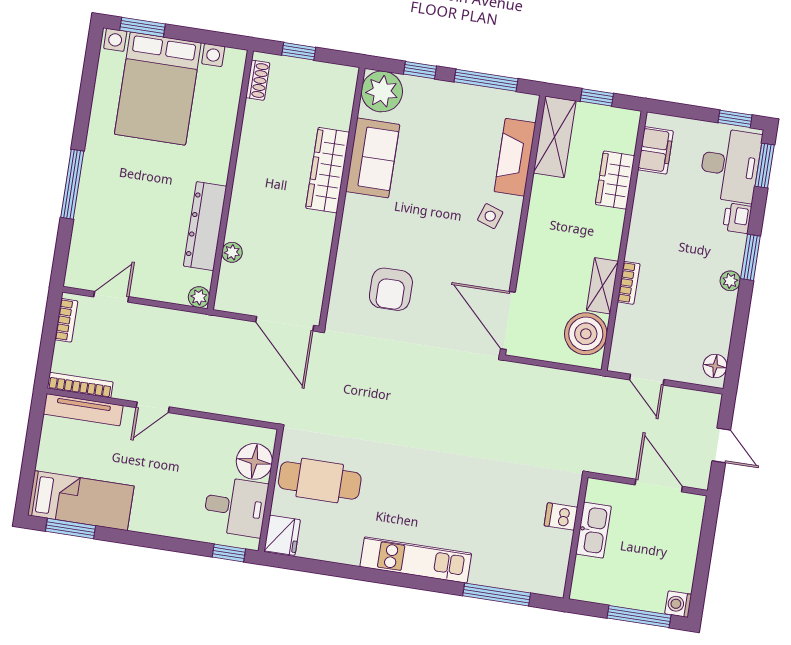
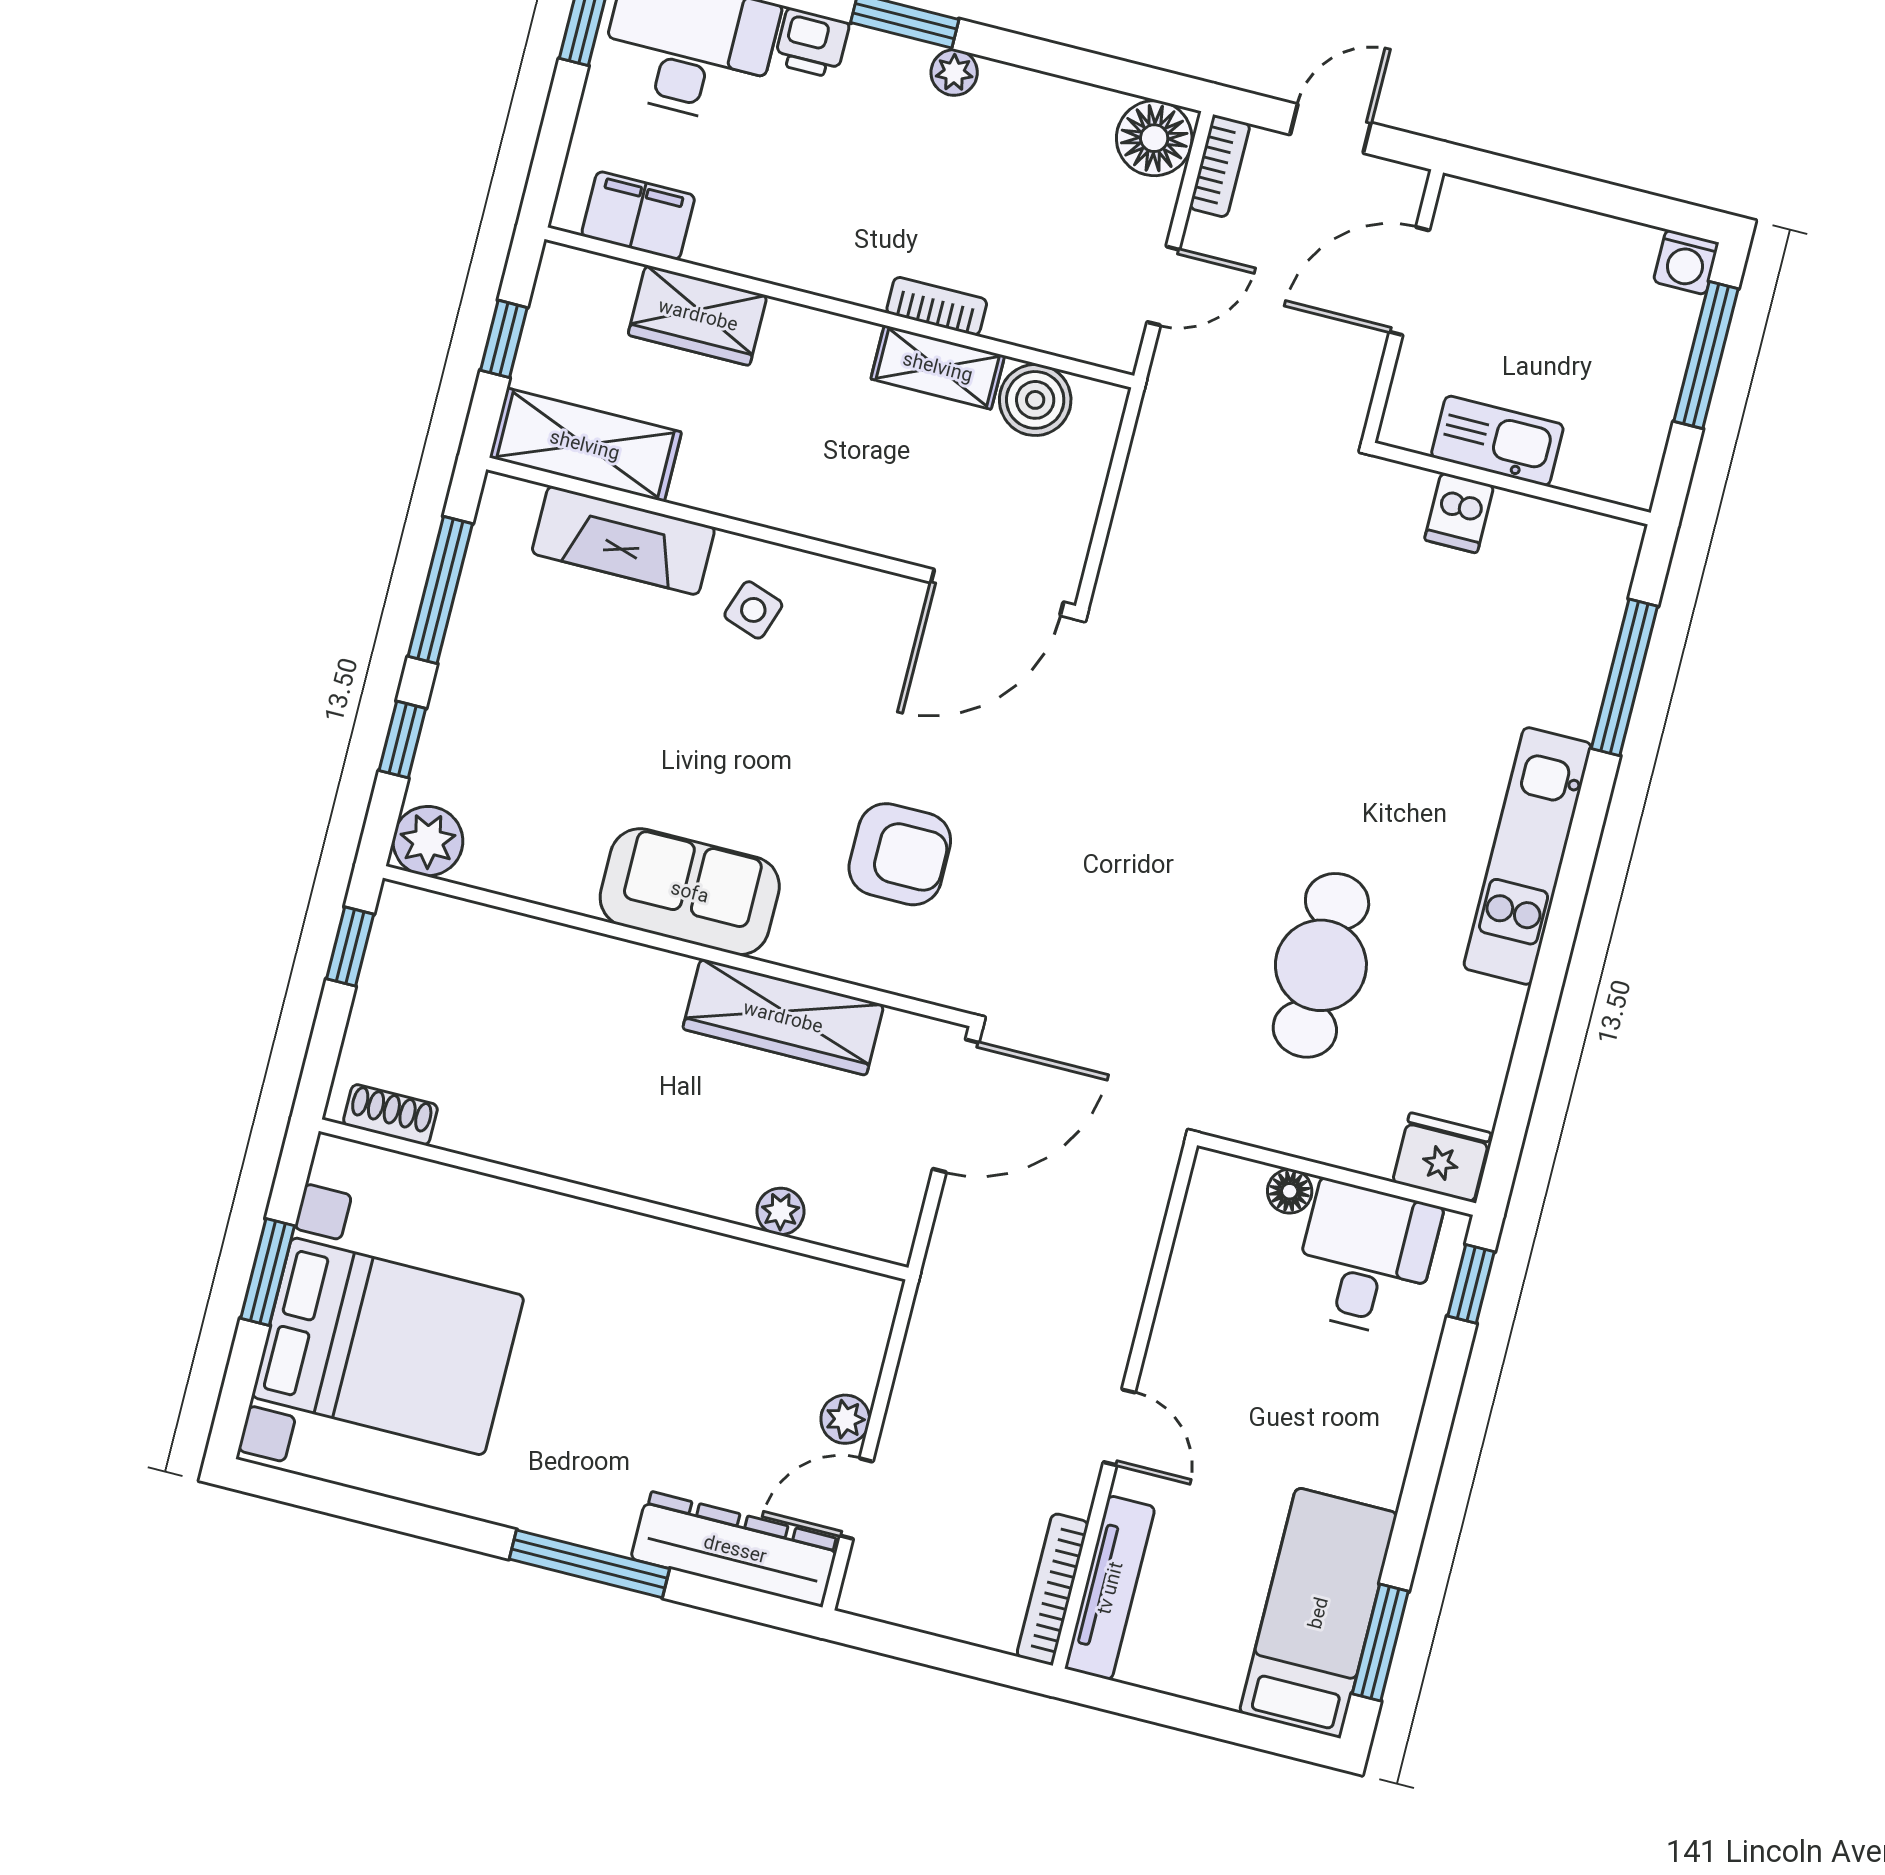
window: (143, 27) -> (268, 1272), moved
window: (299, 51) -> (350, 947), moved
plant: (382, 91) -> (428, 841), width x0.73, depth x0.73
sofa: (373, 158) -> (690, 892), moved
wardrobe: (328, 170) -> (783, 1017), moved
dresser: (205, 226) -> (735, 1549), moved, turned 180
door: (111, 297) -> (856, 1499), hinge flipped
plant: (199, 297) -> (845, 1419), moved
bookcase: (66, 320) -> (1220, 166), moved, turned 90
boiler: (586, 334) -> (1035, 400), width x0.73, depth x0.73
floor lamp: (715, 366) -> (1154, 138), width x1.38, depth x1.38
floor lamp: (254, 461) -> (1290, 1191), width x0.53, depth x0.53
cafe table: (320, 481) -> (1321, 965), moved

